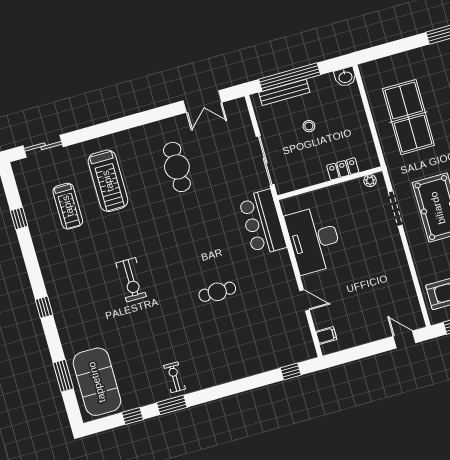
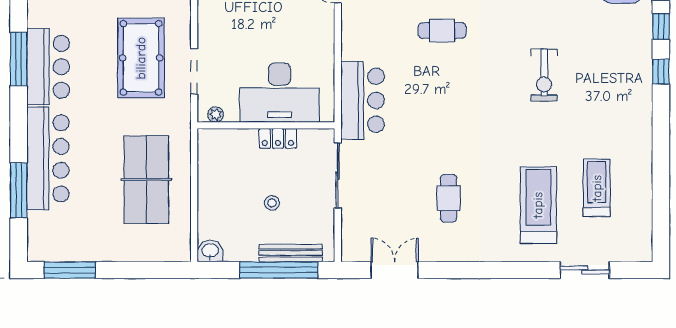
sliding door: (43, 146) -> (585, 270), moved
cafe table: (177, 167) -> (449, 198), width x0.73, depth x0.74
locker: (343, 169) -> (278, 138), moved
window: (19, 218) -> (661, 26), moved
desk: (314, 240) -> (279, 93), moved, turned 90
exercise bike: (131, 280) -> (544, 75), turned 180

